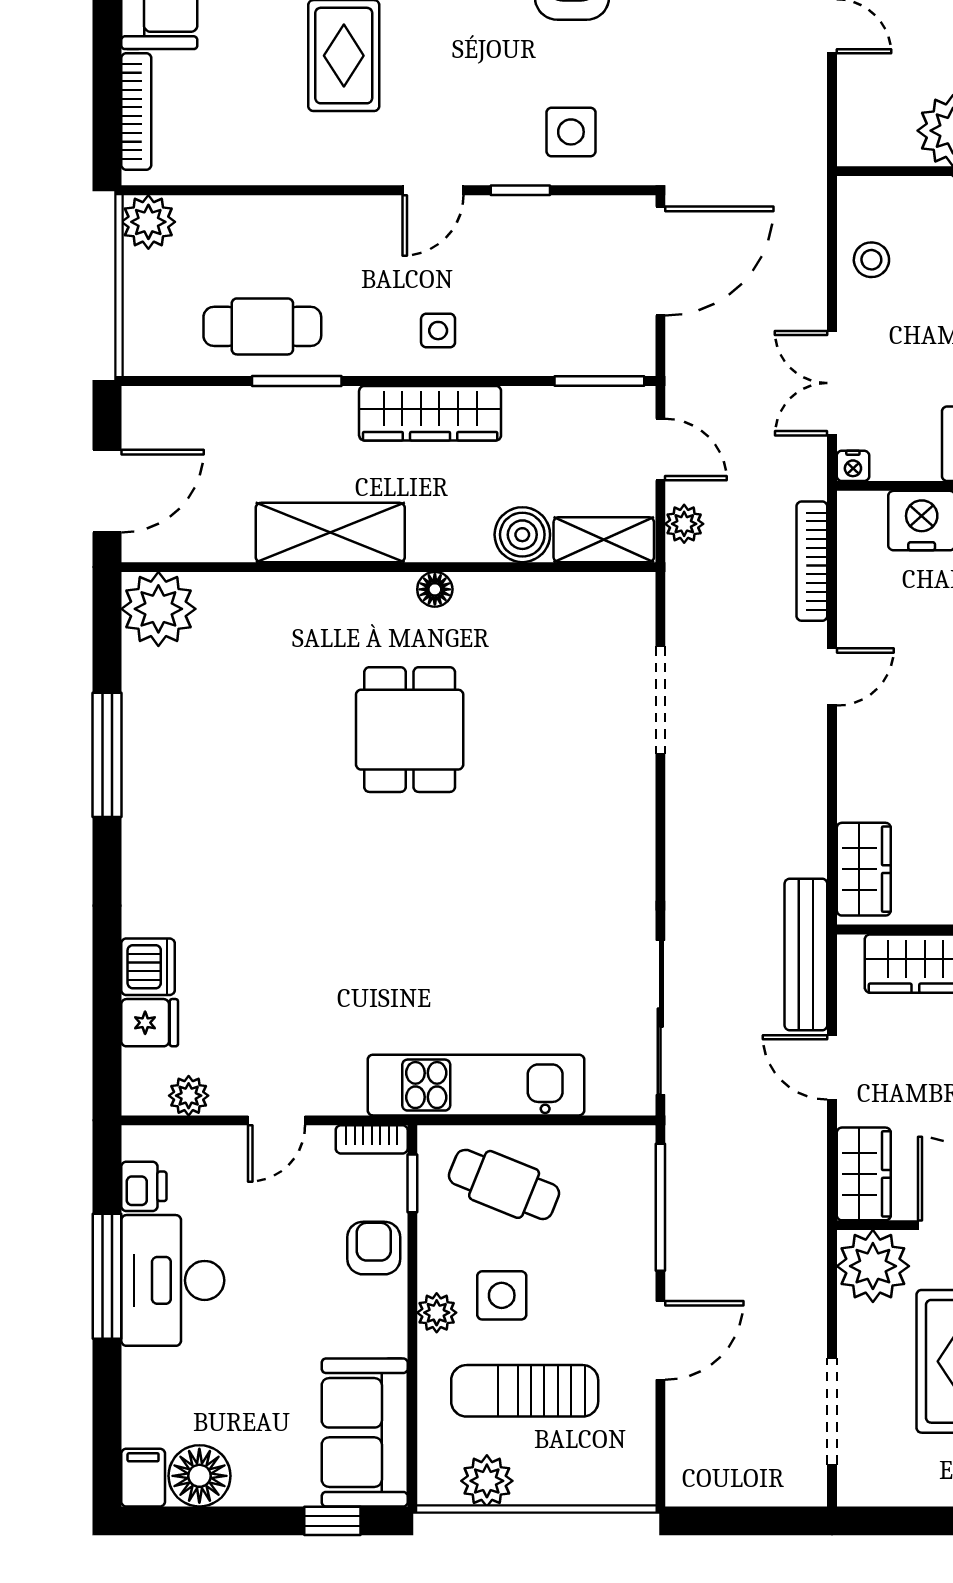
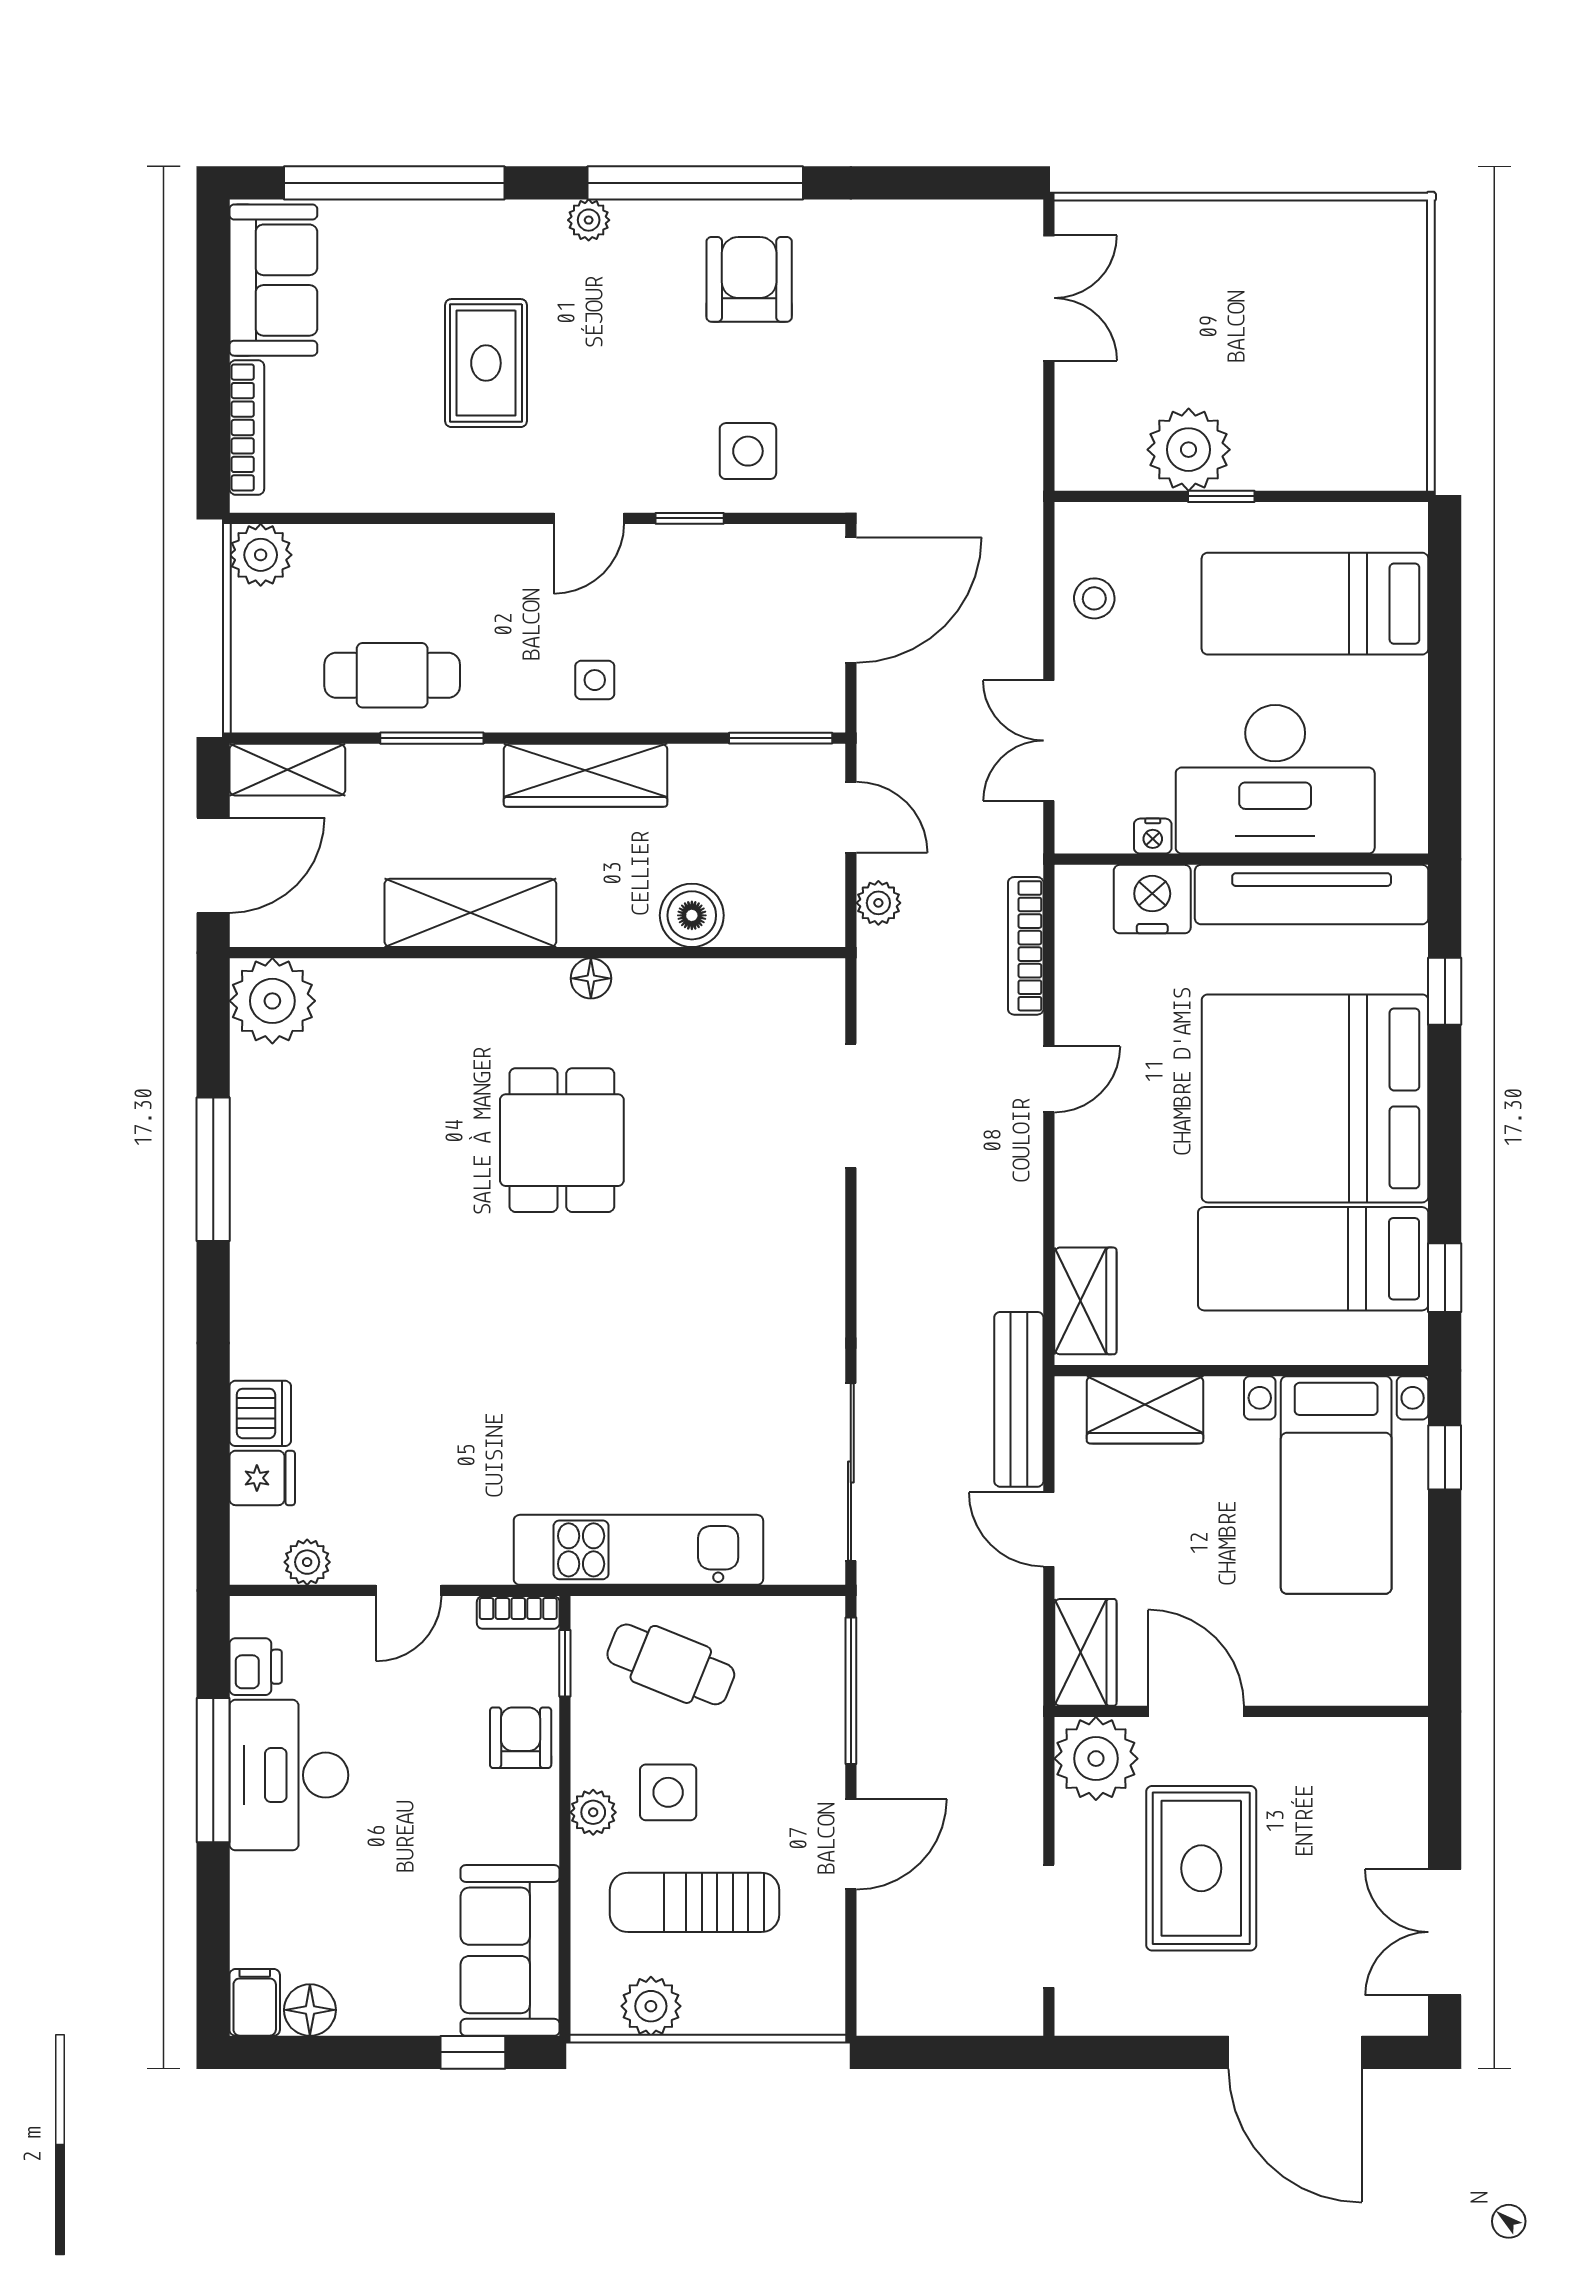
nightstand: (853, 466) -> (1153, 836), moved
shelving: (604, 540) -> (287, 770), moved
floor lamp: (199, 1476) -> (310, 2010), width x0.73, depth x0.73

